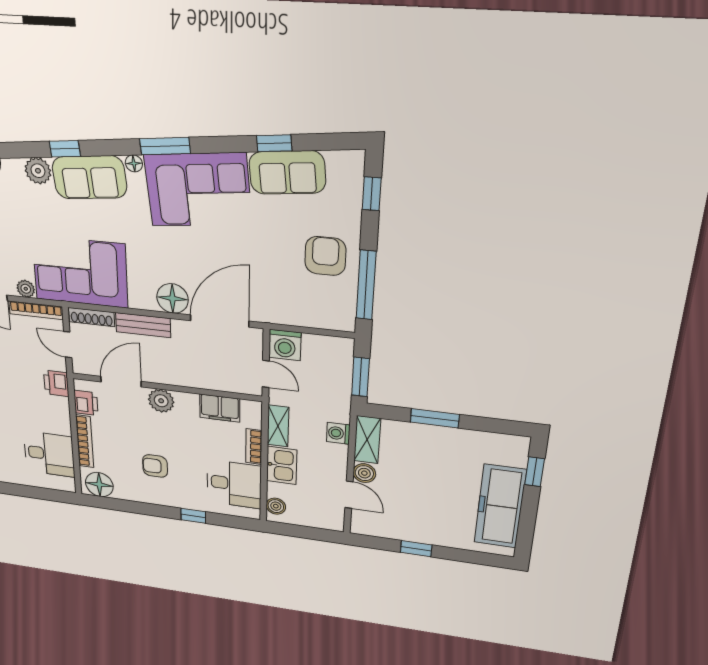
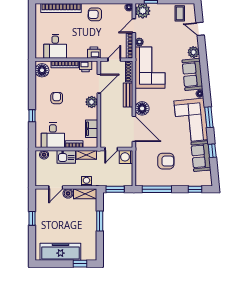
window: (165, 146) -> (209, 117), moved
window: (65, 149) -> (204, 65), removed
armchair: (325, 256) -> (166, 161), moved
door: (121, 382) -> (99, 84), hinge flipped

